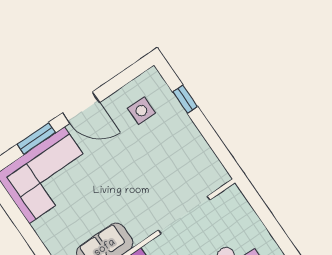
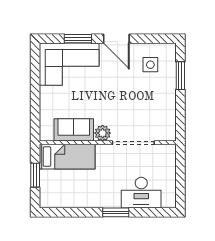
window: (185, 99) -> (180, 76), width x1.50
plant: (141, 229) -> (103, 133), added

